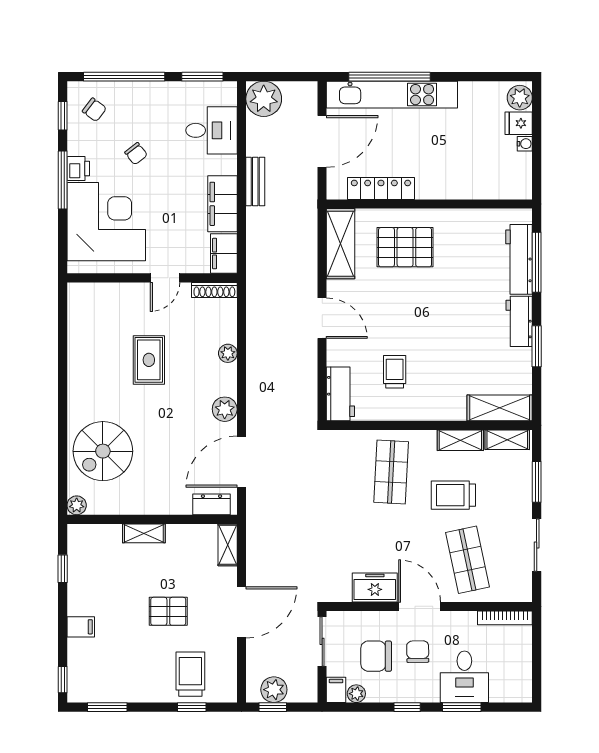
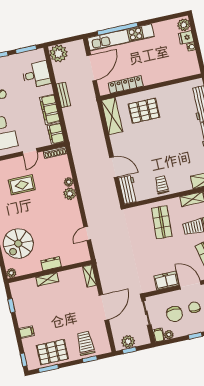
door: (322, 318) -> (114, 167), moved
rug: (149, 360) -> (22, 185), moved, turned 90
trolley: (395, 372) -> (162, 185), moved
plant: (225, 409) -> (70, 194), moved
door: (242, 462) -> (87, 234), width x0.53
dresser: (212, 504) -> (51, 264), moved
pallet: (168, 611) -> (52, 352), moved, width x1.50, depth x1.42
chair: (376, 656) -> (175, 314), turned -90

